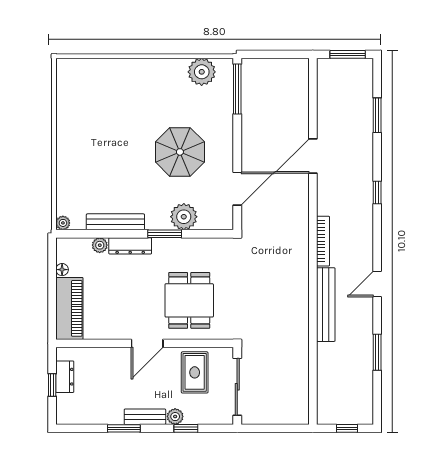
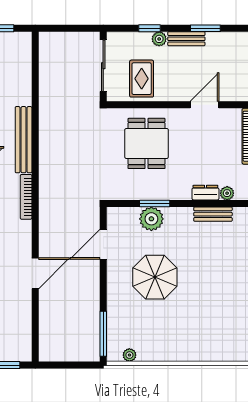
plant: (202, 72) -> (129, 355), width x0.53, depth x0.53
bench: (115, 222) -> (213, 214), width x0.73
window: (165, 234) -> (155, 203), moved
dresser: (130, 246) -> (205, 193), width x0.70
door: (147, 343) -> (205, 105), moved

